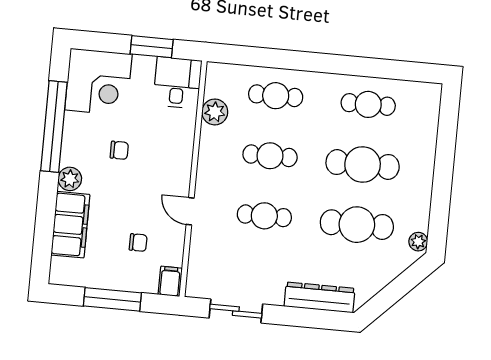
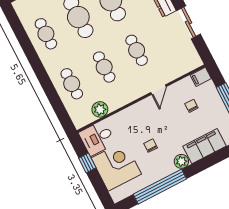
window: (152, 47) -> (87, 163), width x0.67
corner desk: (98, 82) -> (116, 166), moved
sliding door: (236, 311) -> (189, 22), moved

